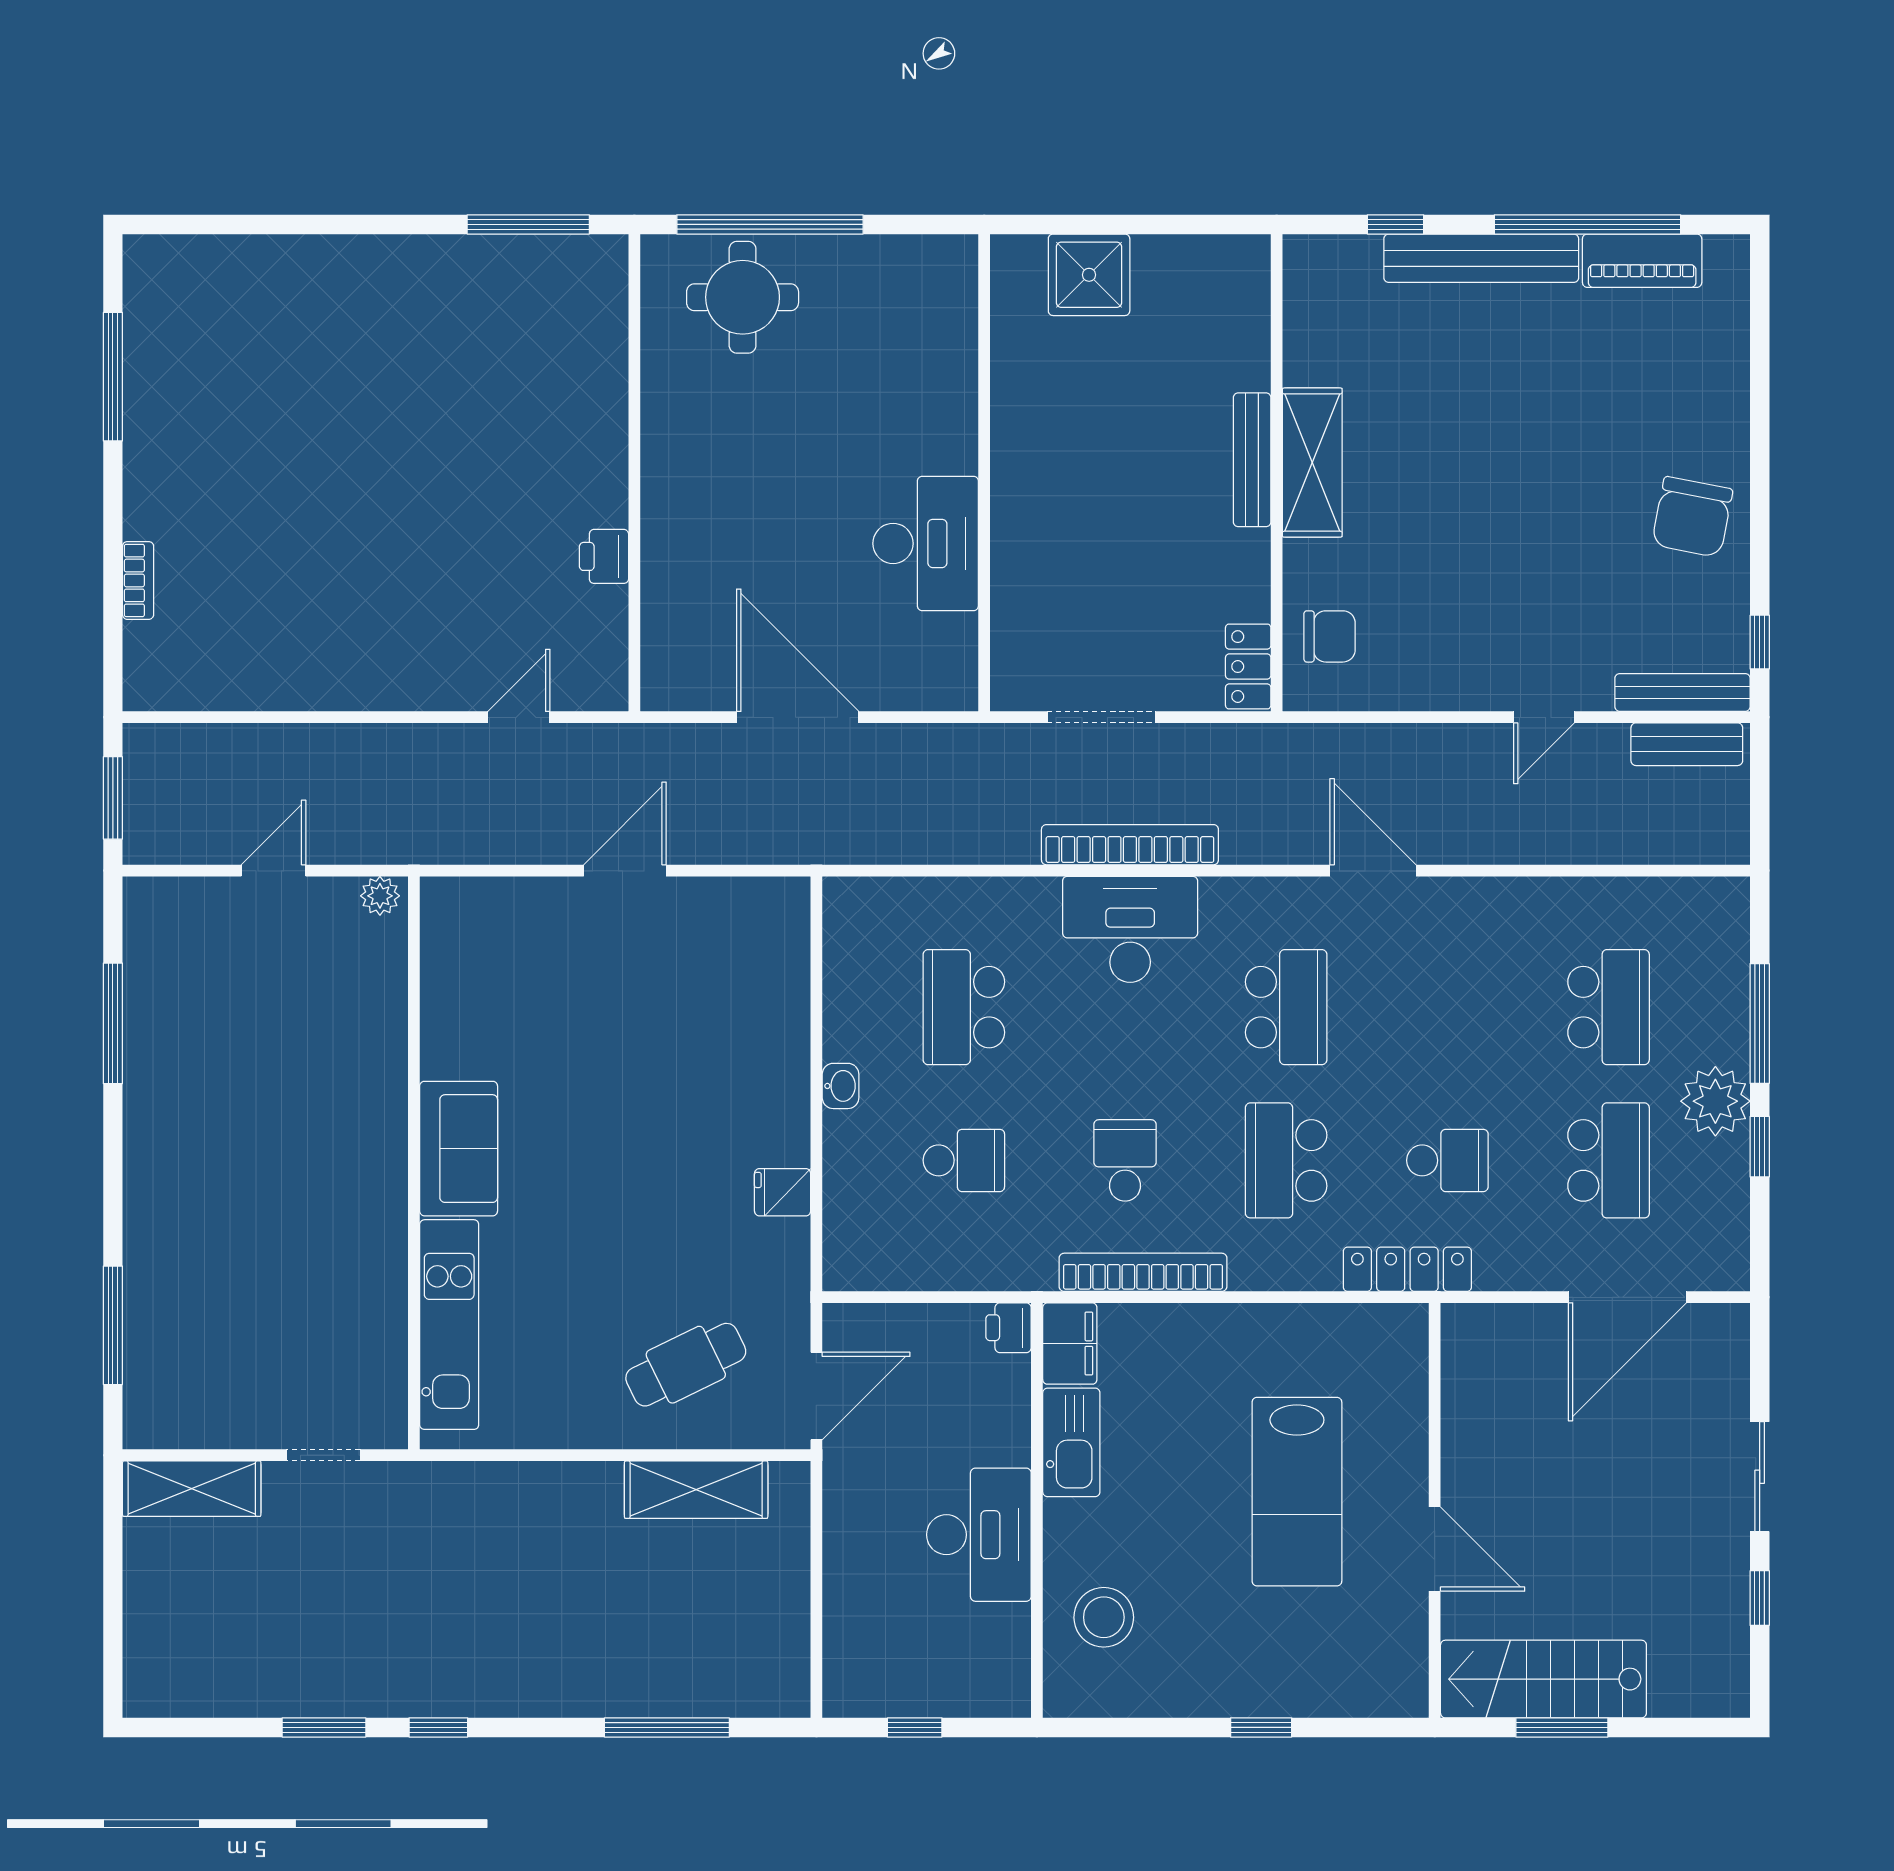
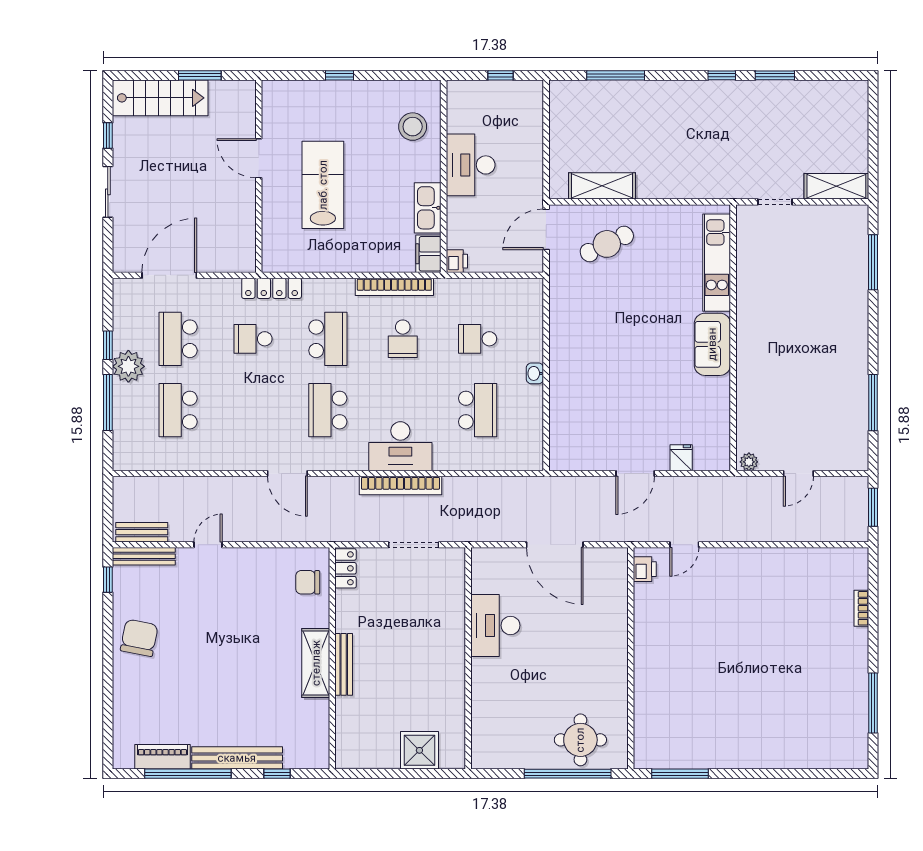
printer: (604, 556) -> (645, 569), moved
fridge: (783, 1192) -> (681, 458), moved, turned -90
stairs: (1543, 1679) -> (160, 98), moved

